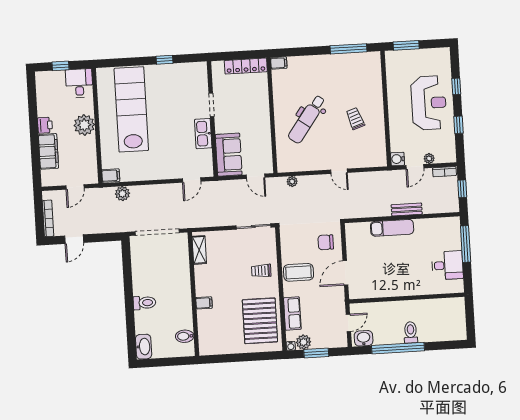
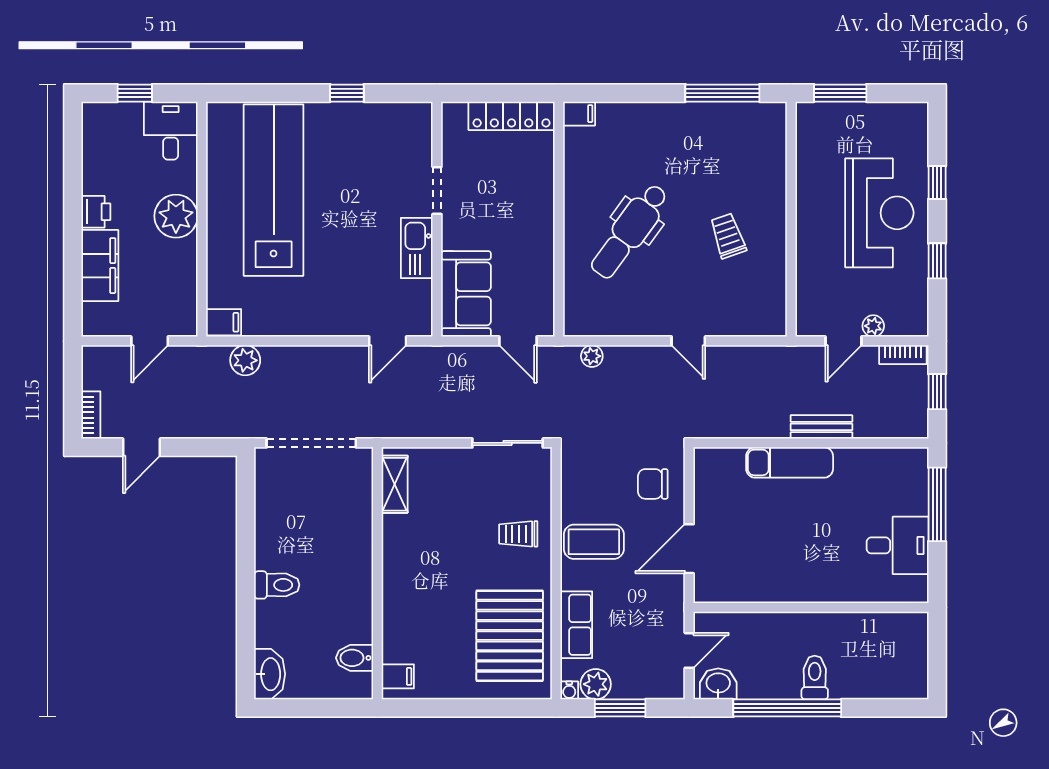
water cooler: (398, 159) -> (809, 323), removed
bookcase: (48, 218) -> (91, 415), width x0.64
filing cabinet: (204, 303) -> (398, 676), moved

